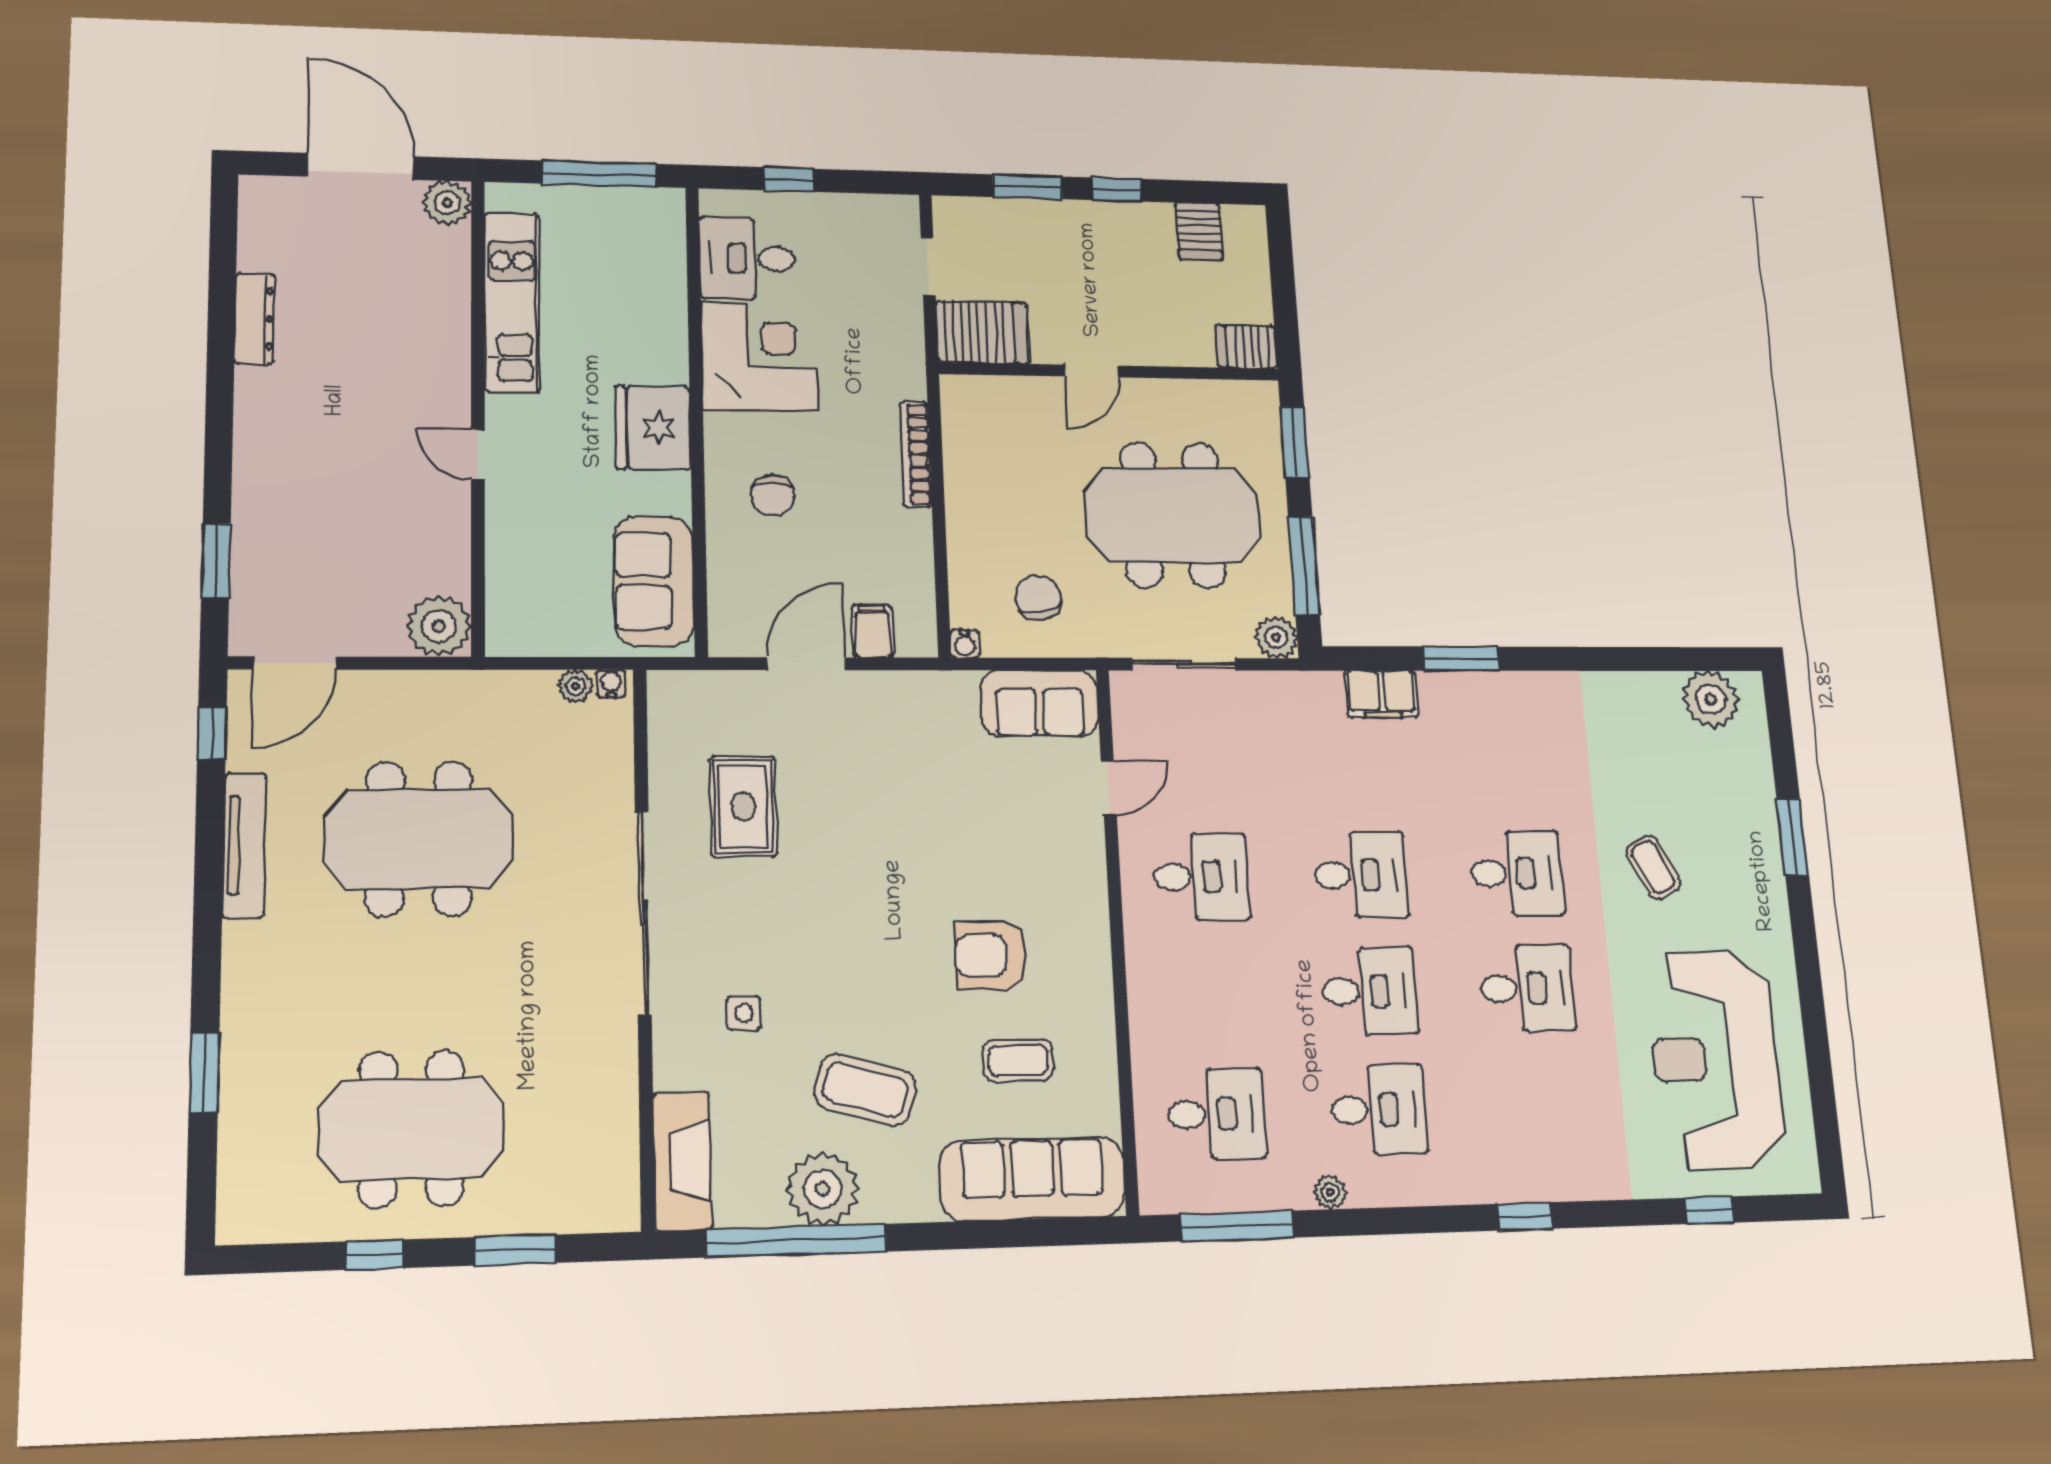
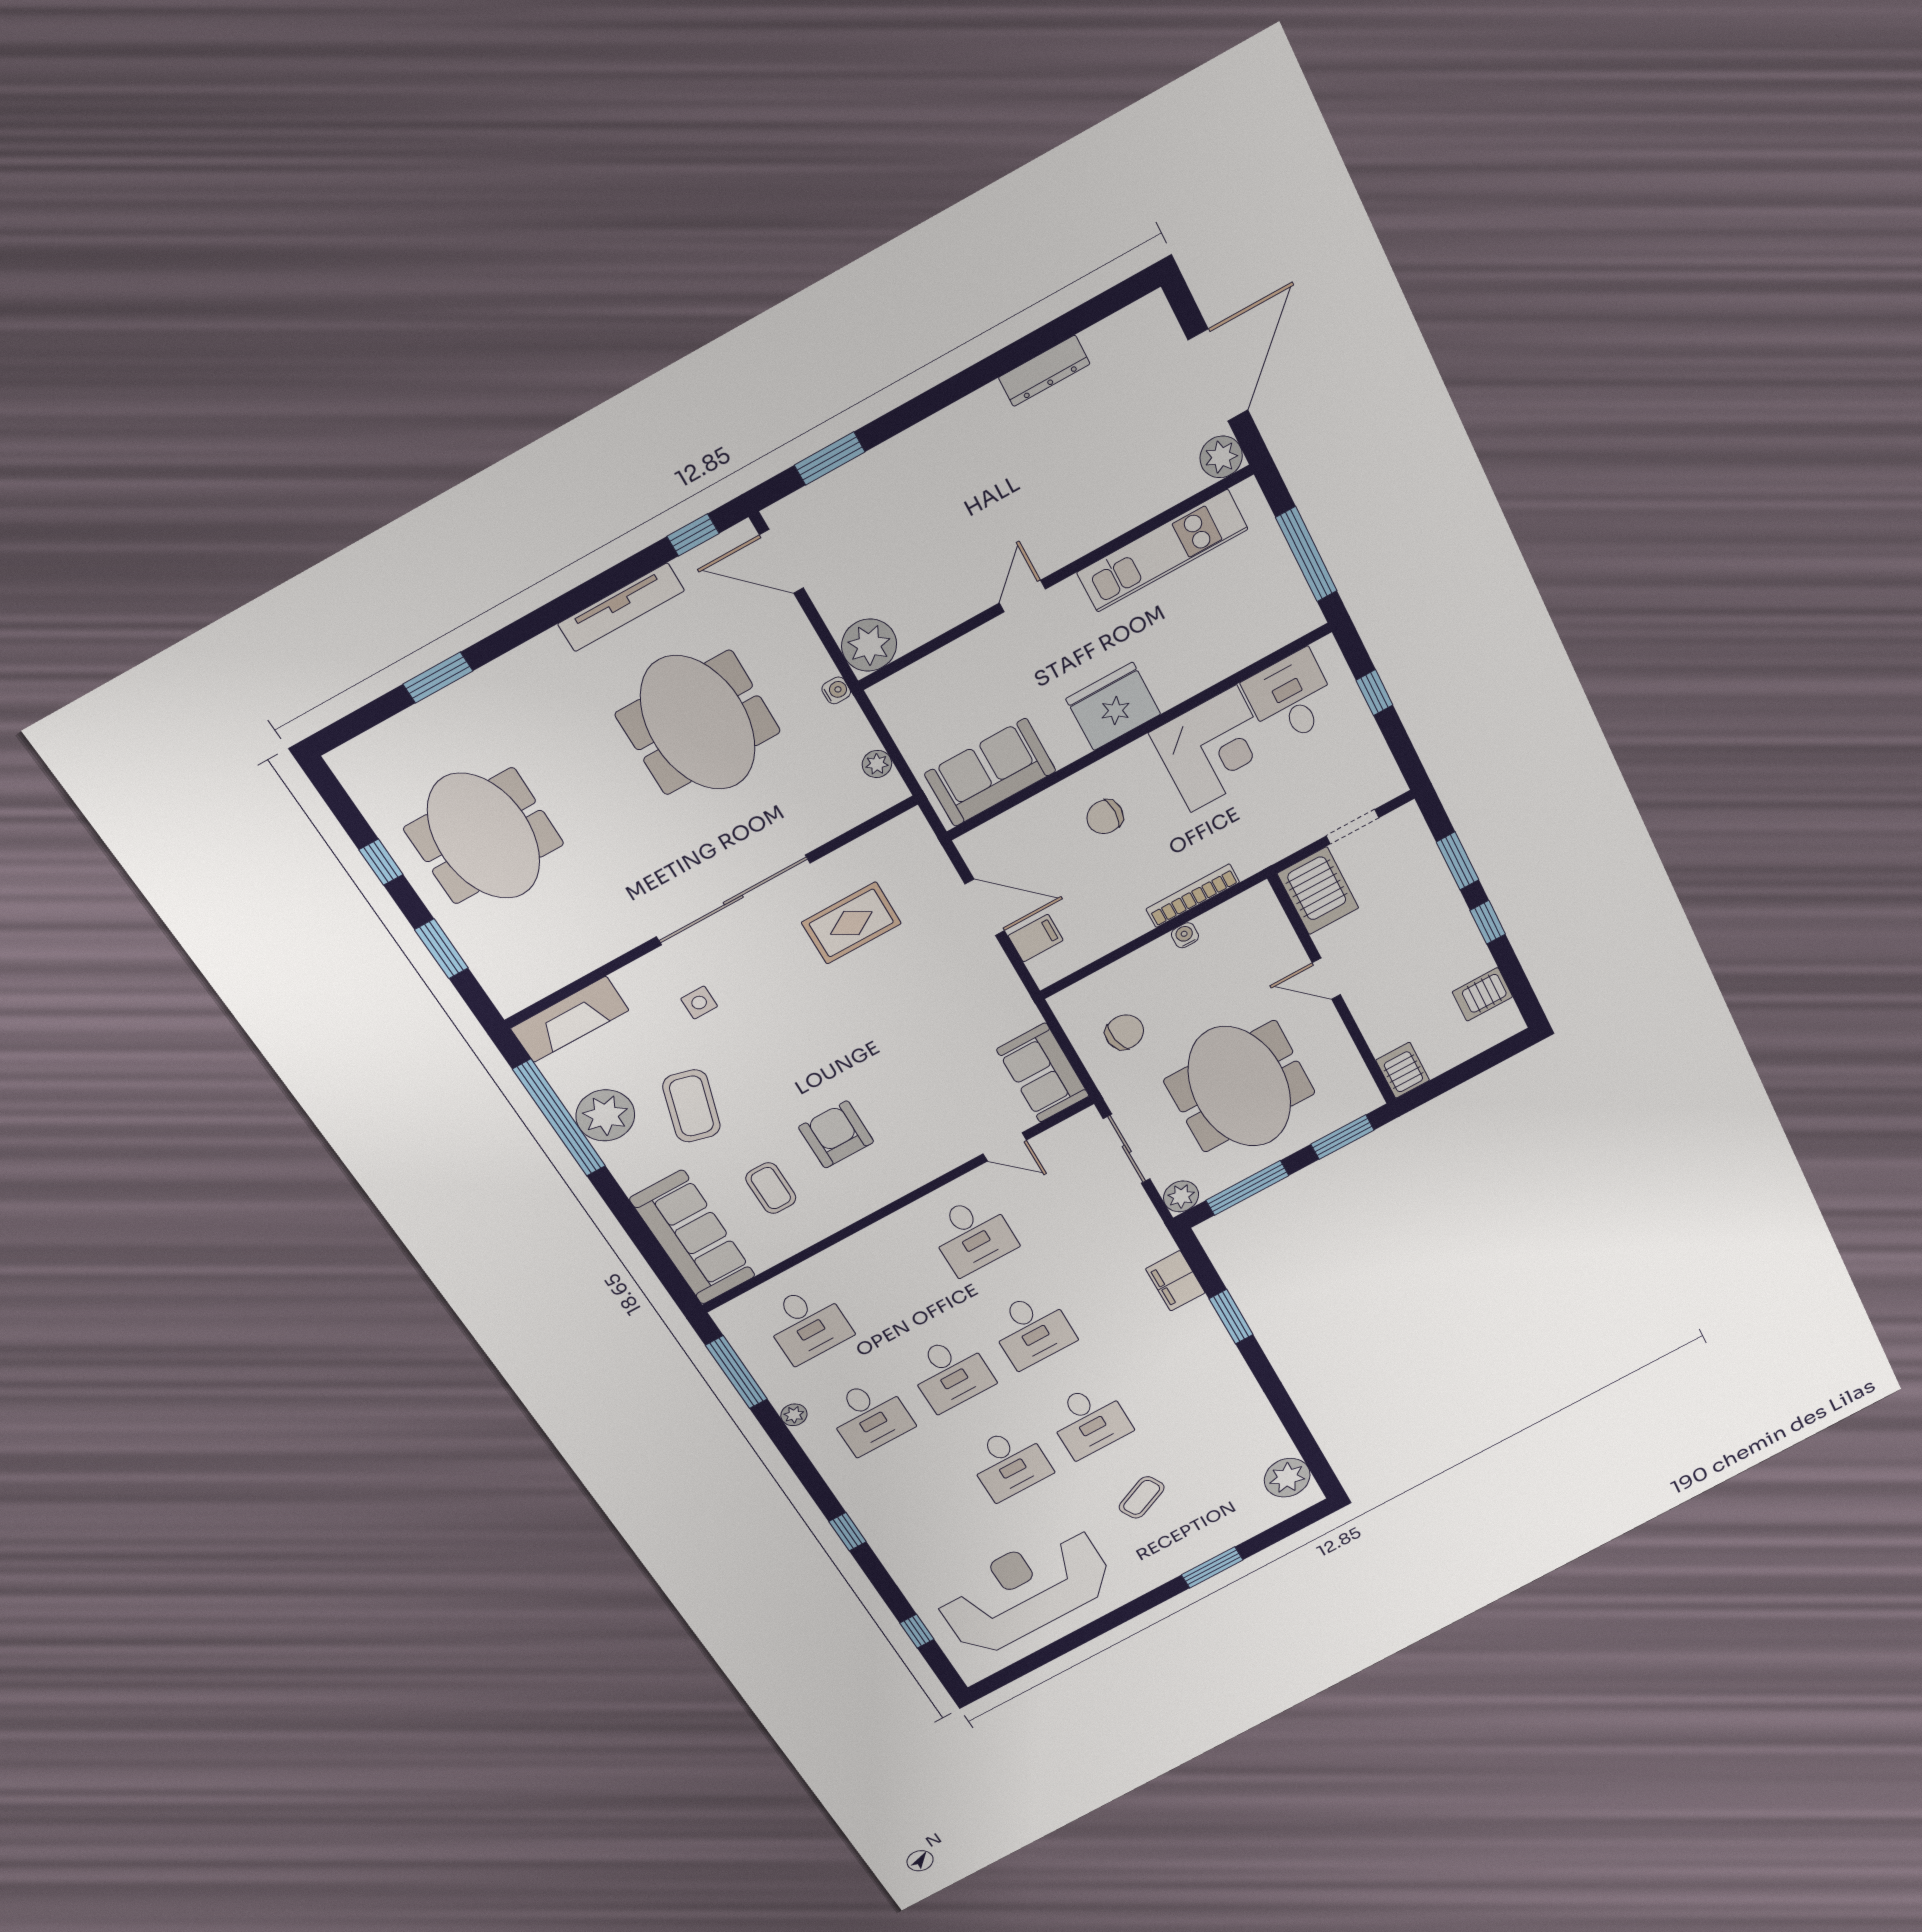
water cooler: (965, 644) -> (1185, 935), moved, turned 90
water cooler: (611, 684) -> (836, 690), moved

